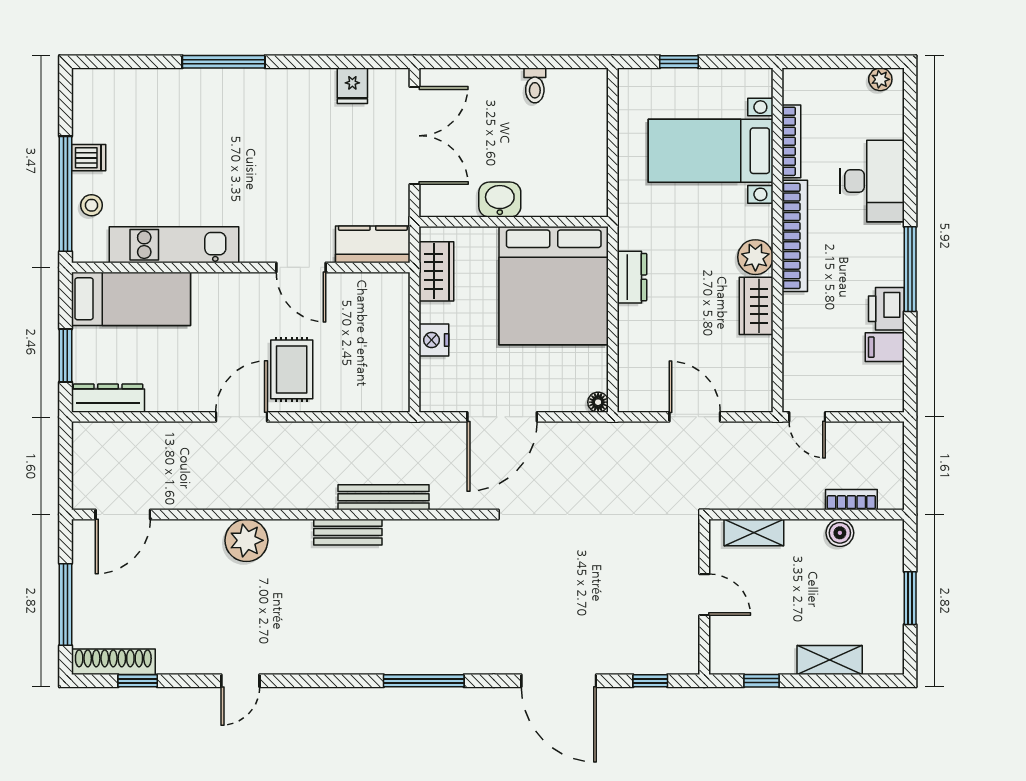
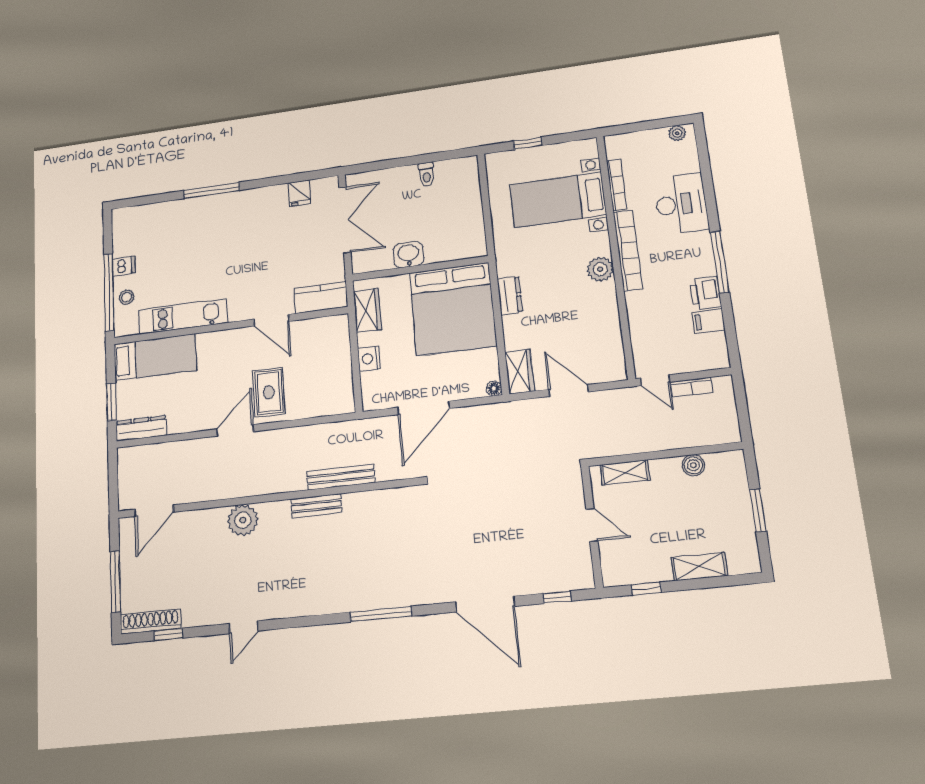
wardrobe: (756, 306) -> (520, 372), moved, turned 180
bookcase: (851, 500) -> (691, 387), moved, turned 180

